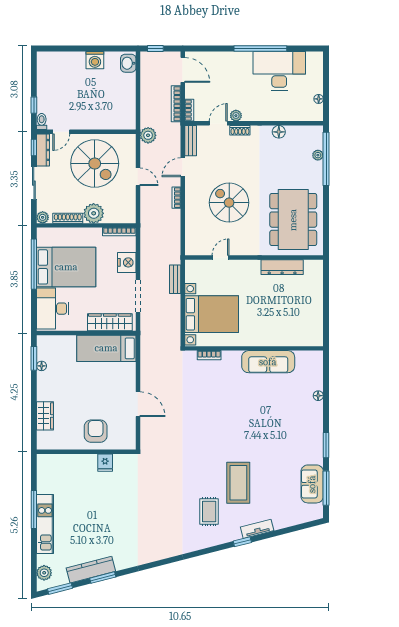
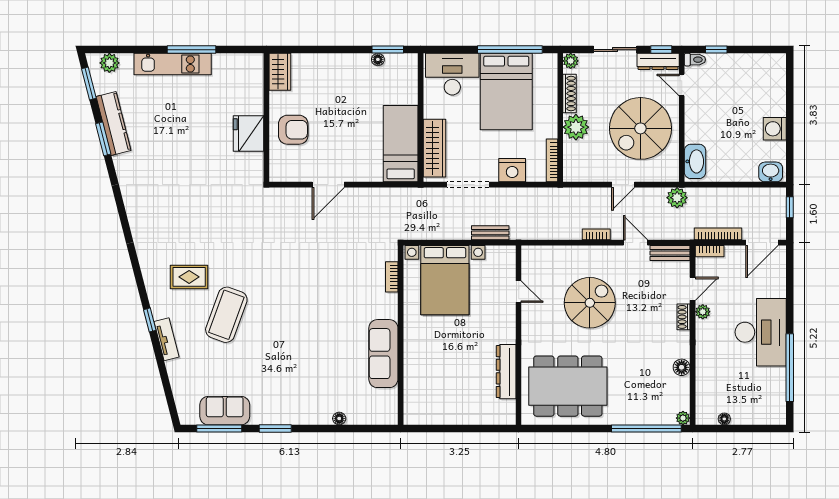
window: (260, 49) -> (790, 368), moved
desk: (279, 71) -> (761, 332), moved
washbasin: (120, 121) -> (695, 161), added
door: (218, 123) -> (693, 289), hinge flipped
plant: (318, 155) -> (683, 418), moved
wardrobe: (45, 416) -> (280, 72), moved, turned -90
fridge: (105, 463) -> (249, 134), width x1.88, depth x1.34
coffee table: (238, 483) -> (226, 315), turned -70

